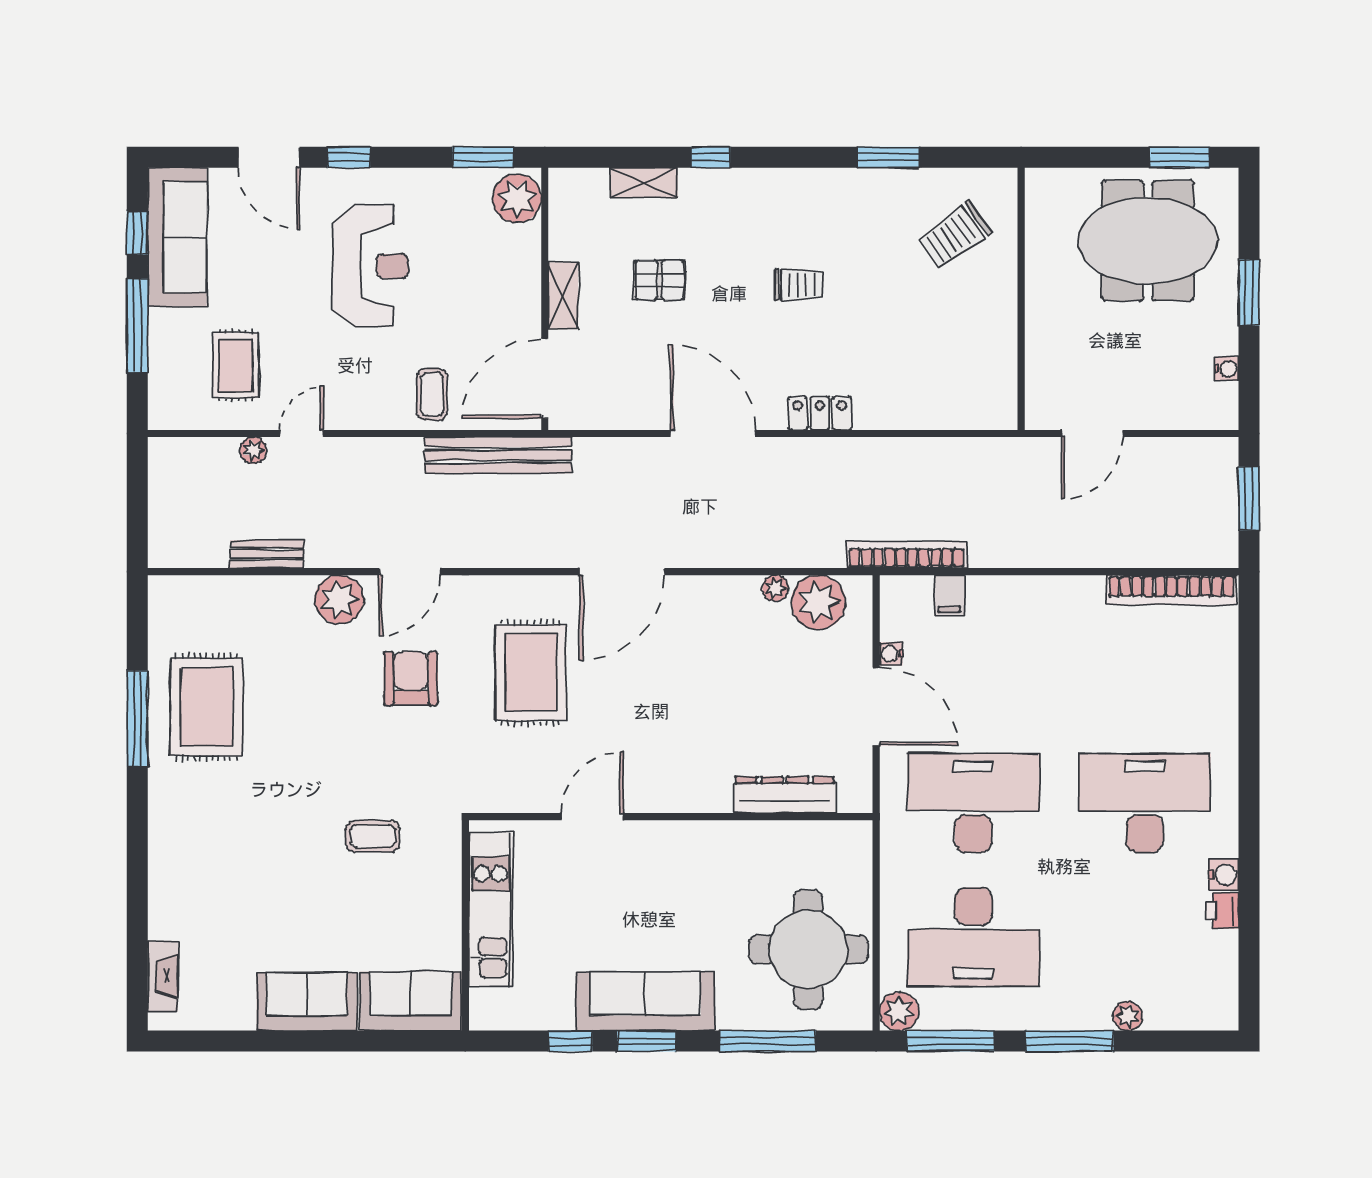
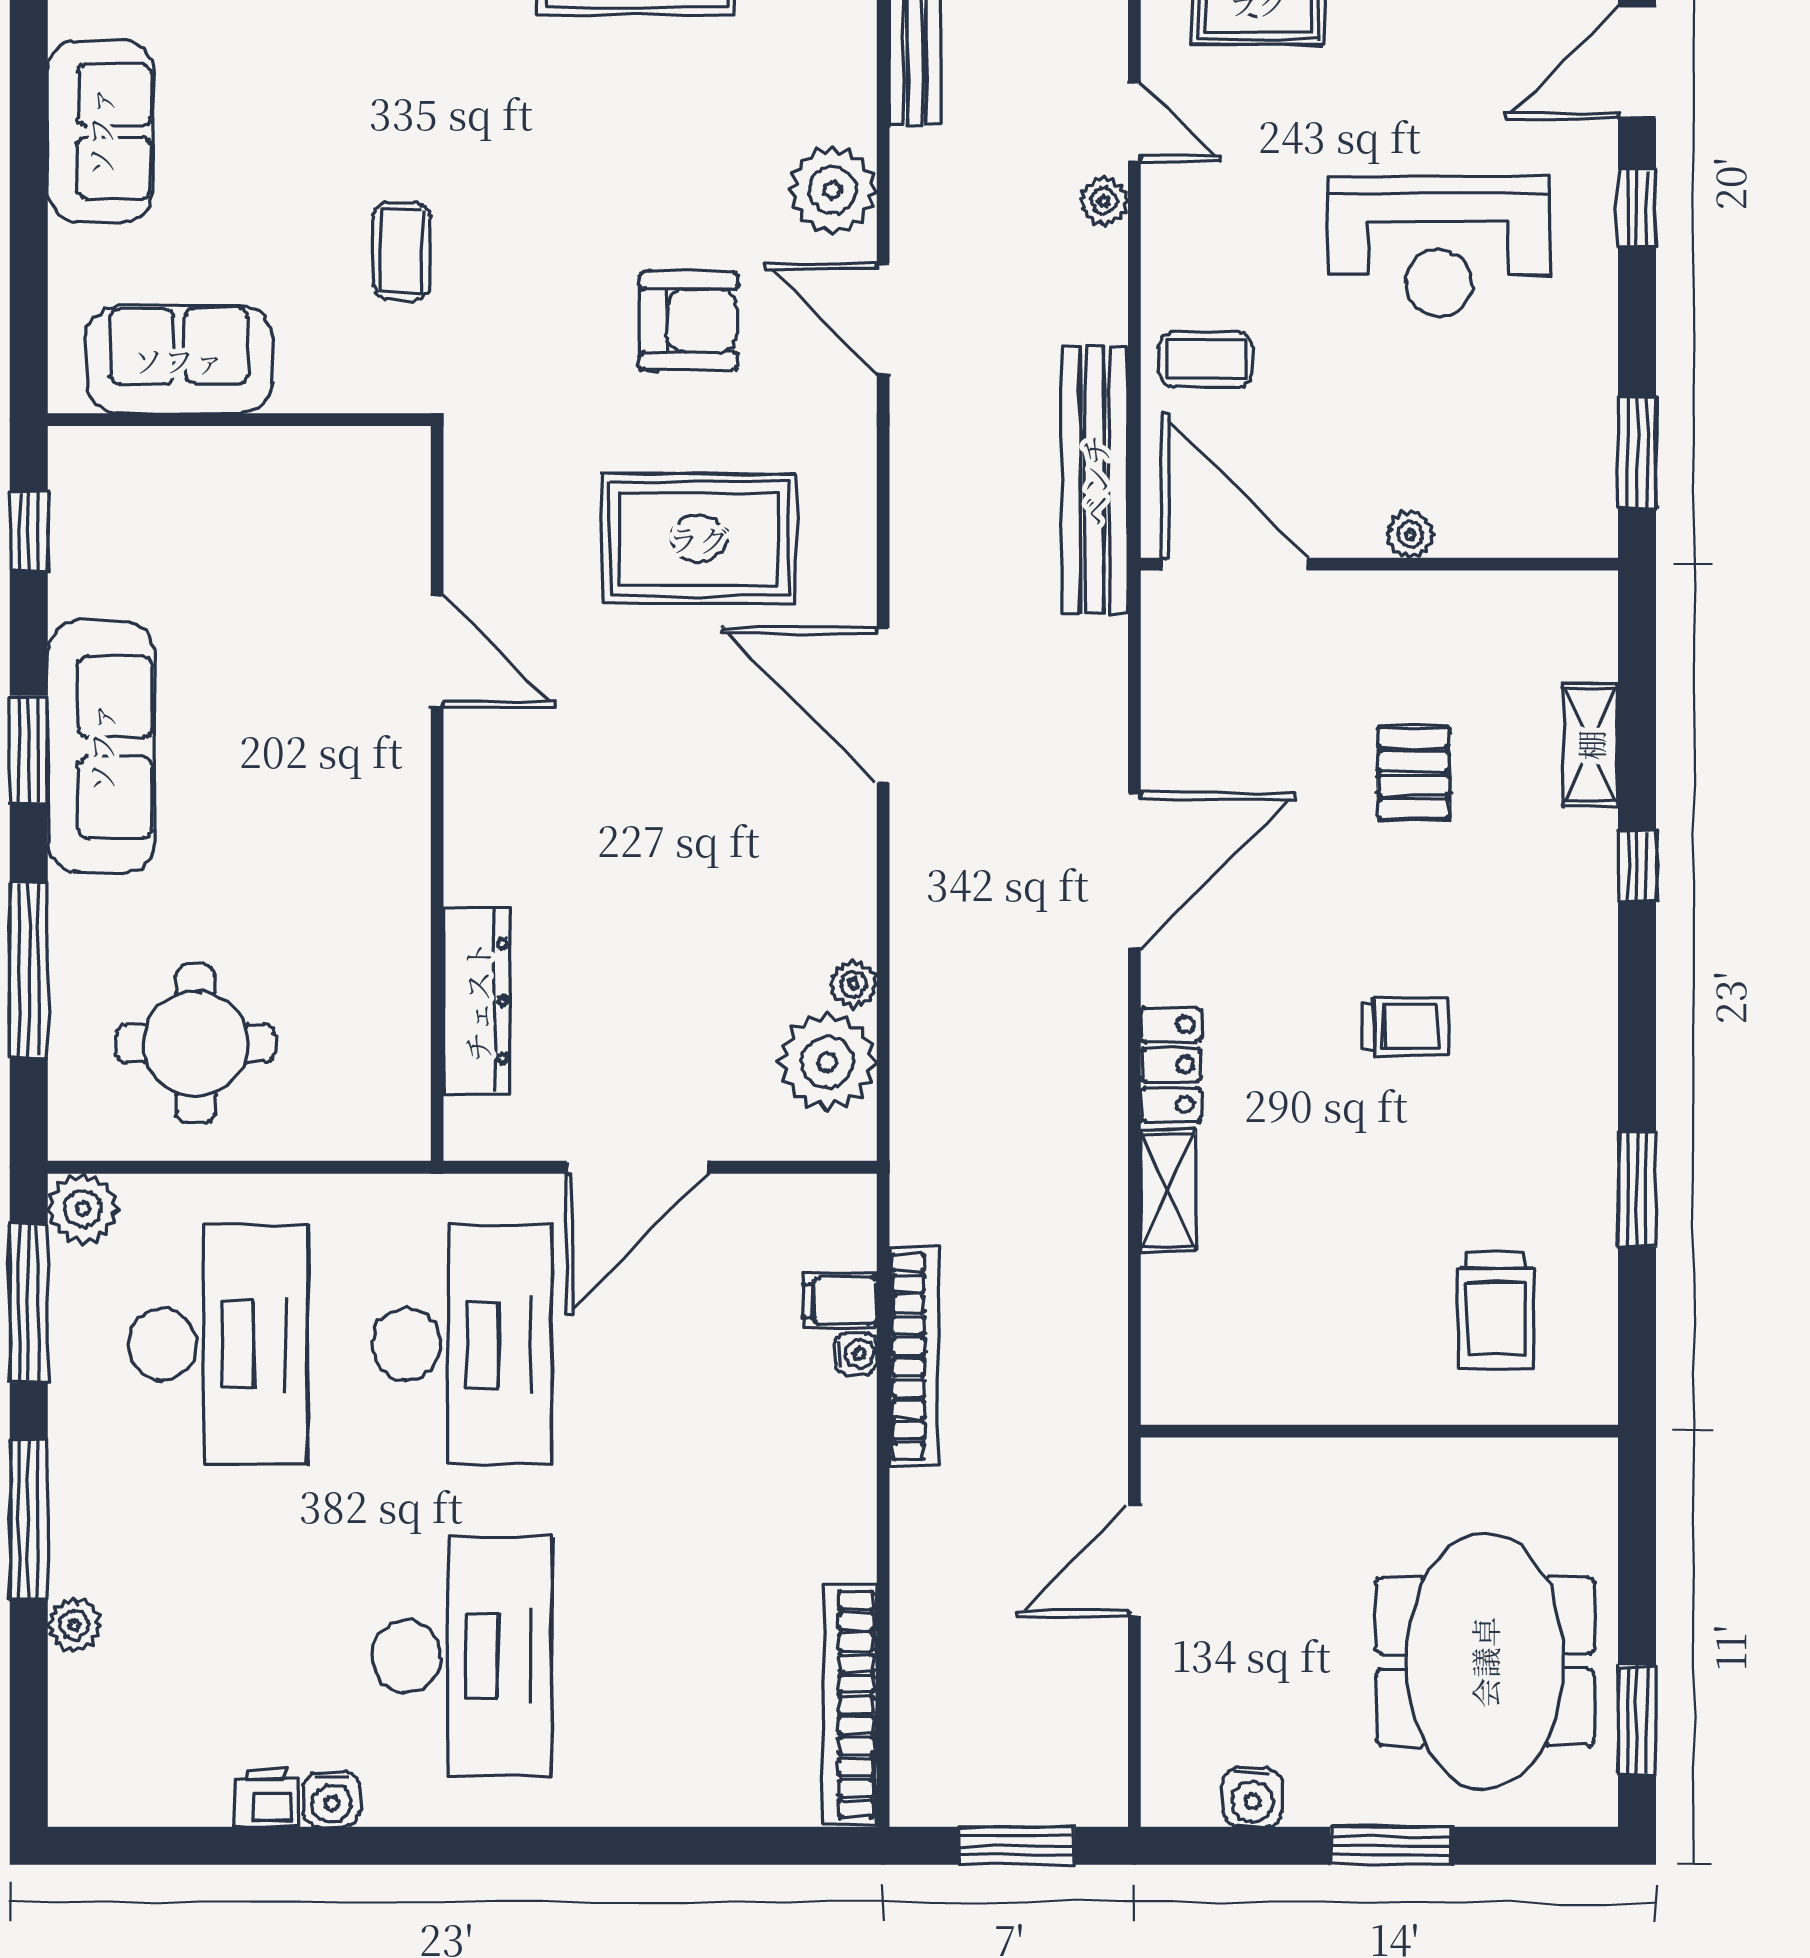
plant: (517, 199) -> (1410, 534), moved, width x0.53, depth x0.53
trolley: (955, 235) -> (1496, 1310), turned -144
trolley: (799, 285) -> (1405, 1026), turned -90
shelving: (563, 296) -> (1168, 1191), moved, turned 90
water cooler: (1227, 369) -> (1252, 1797), width x1.38, depth x1.38
door: (1092, 433) -> (1134, 1560), hinge flipped
plant: (253, 450) -> (1104, 201), moved
bookcase: (907, 555) -> (914, 1357), moved
water cooler: (891, 654) -> (856, 1354), moved, turned 90
kitchen unit: (491, 909) -> (268, 466), removed
desk: (973, 937) -> (218, 1344), turned 180
round table: (808, 949) -> (196, 1044), width x0.73, depth x0.73
sofa: (411, 1001) -> (179, 360), moved, turned -90
window: (570, 1041) -> (29, 531), moved

